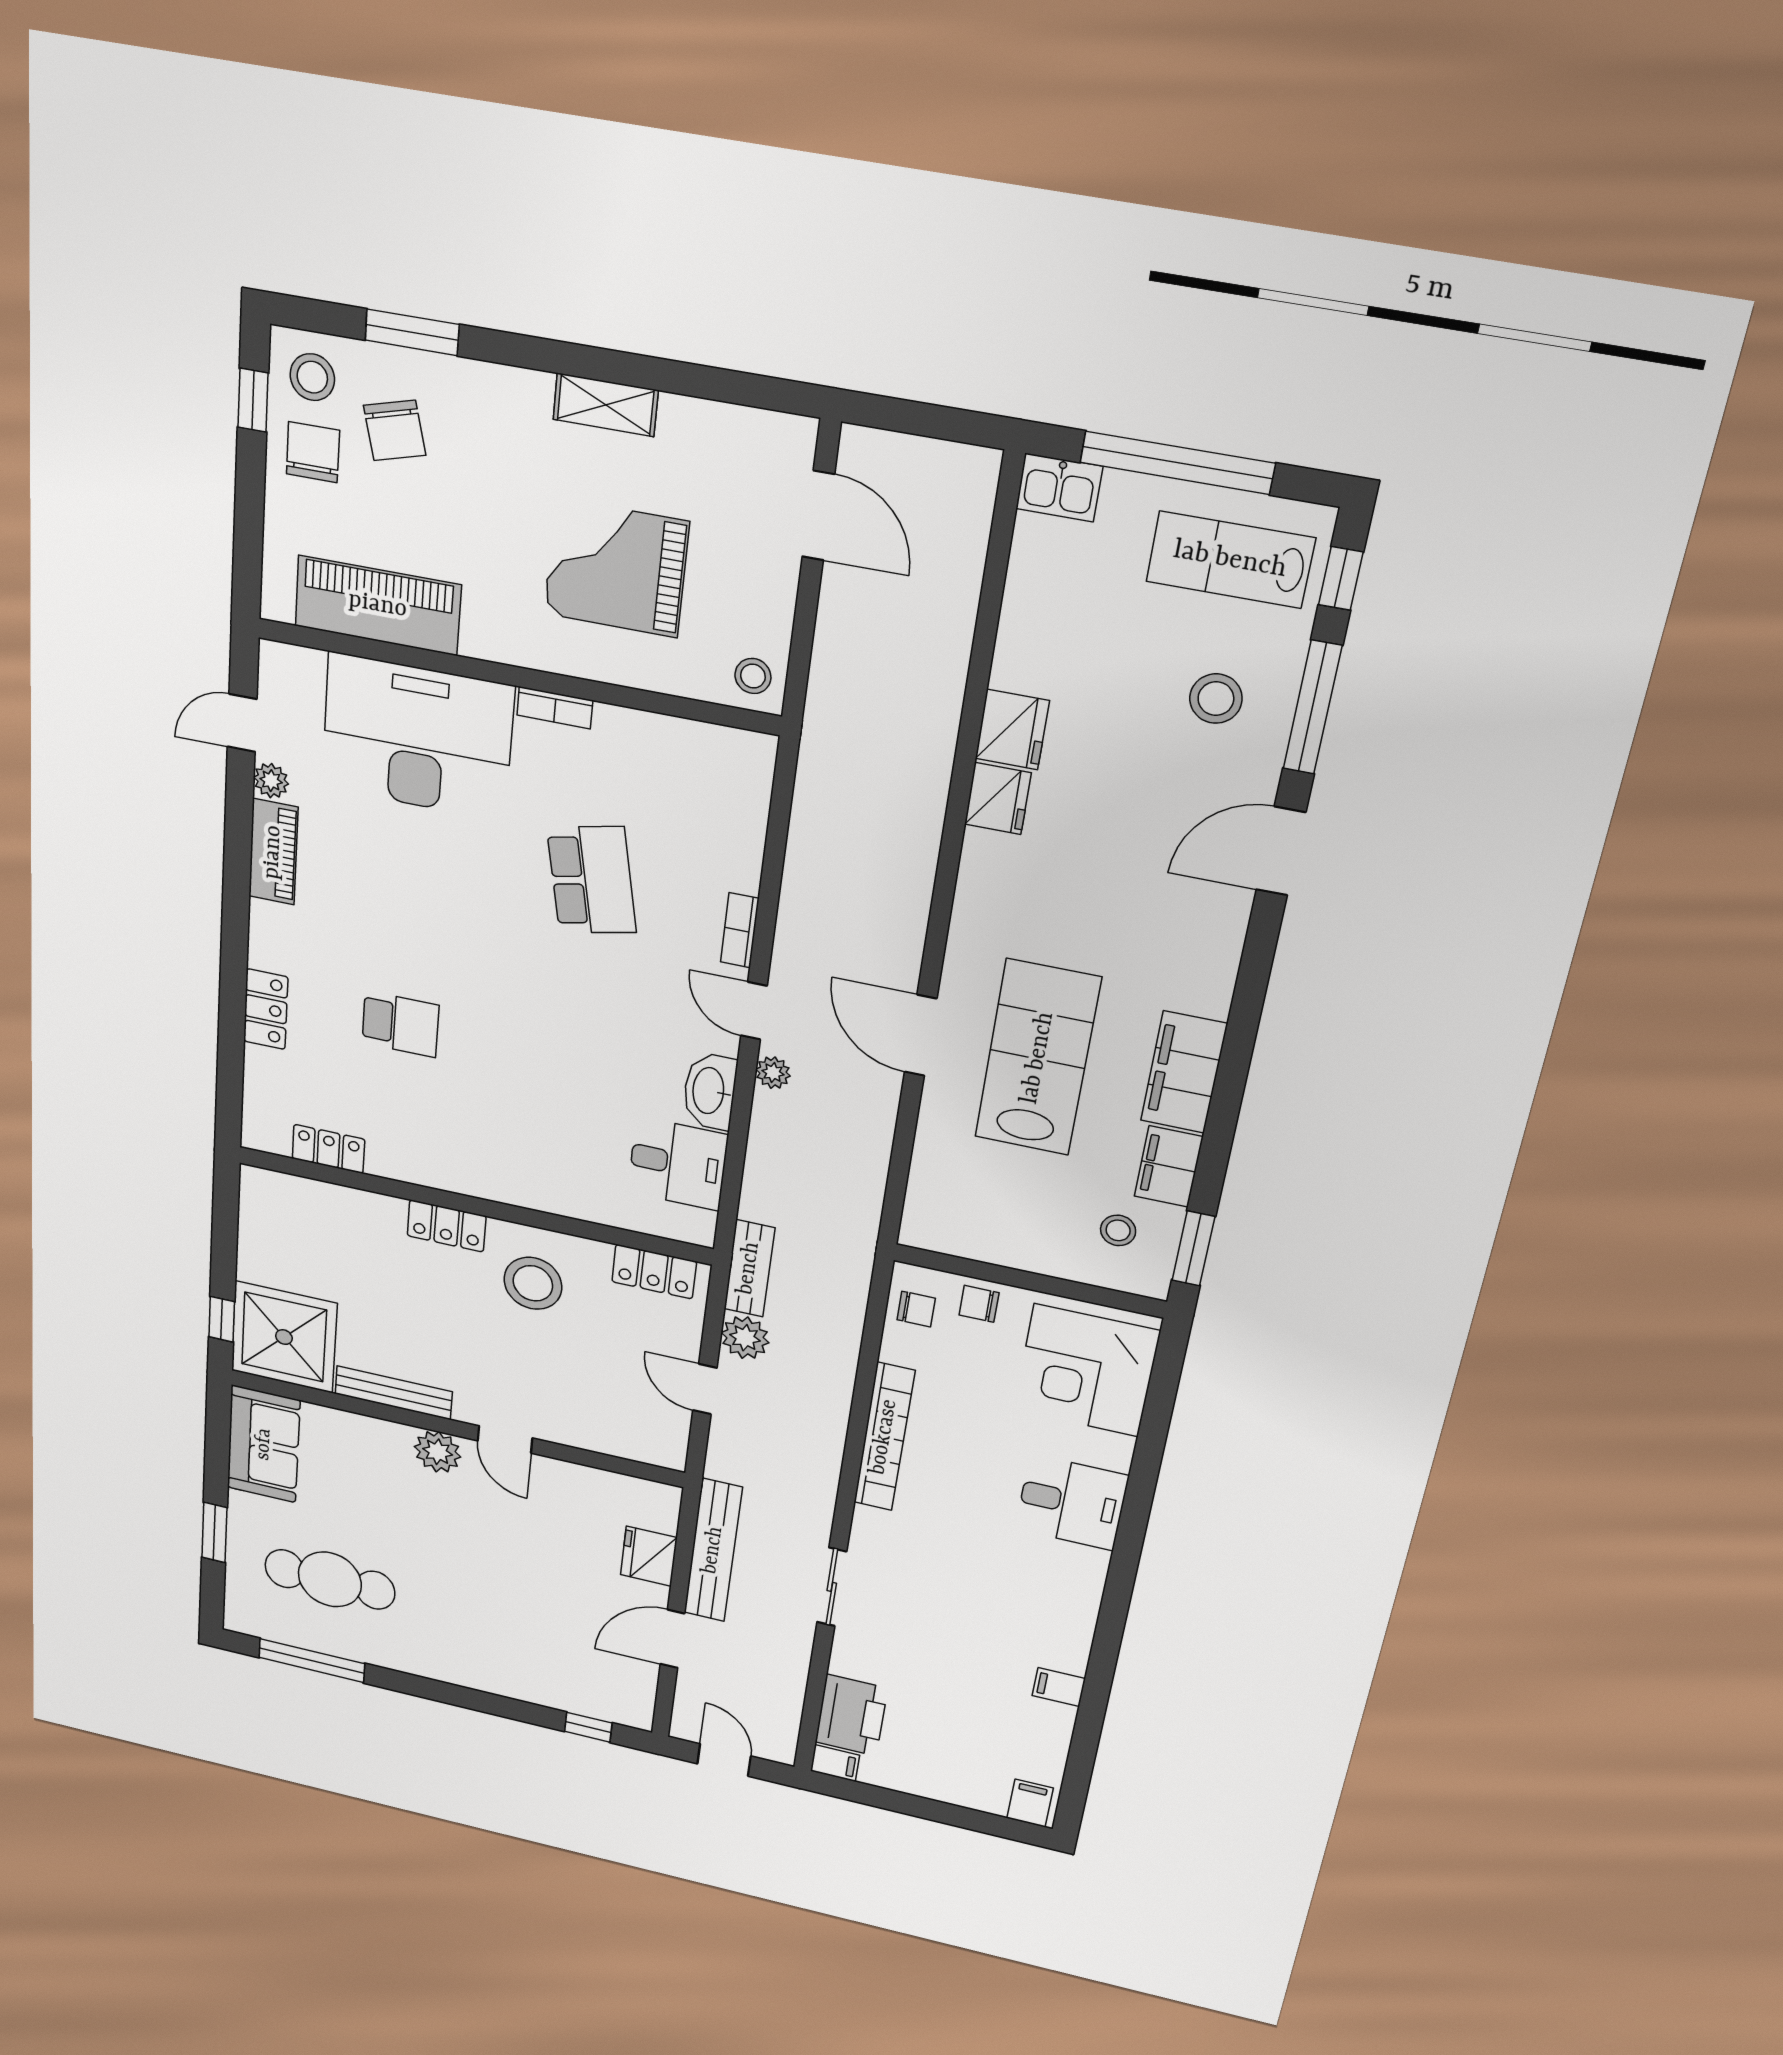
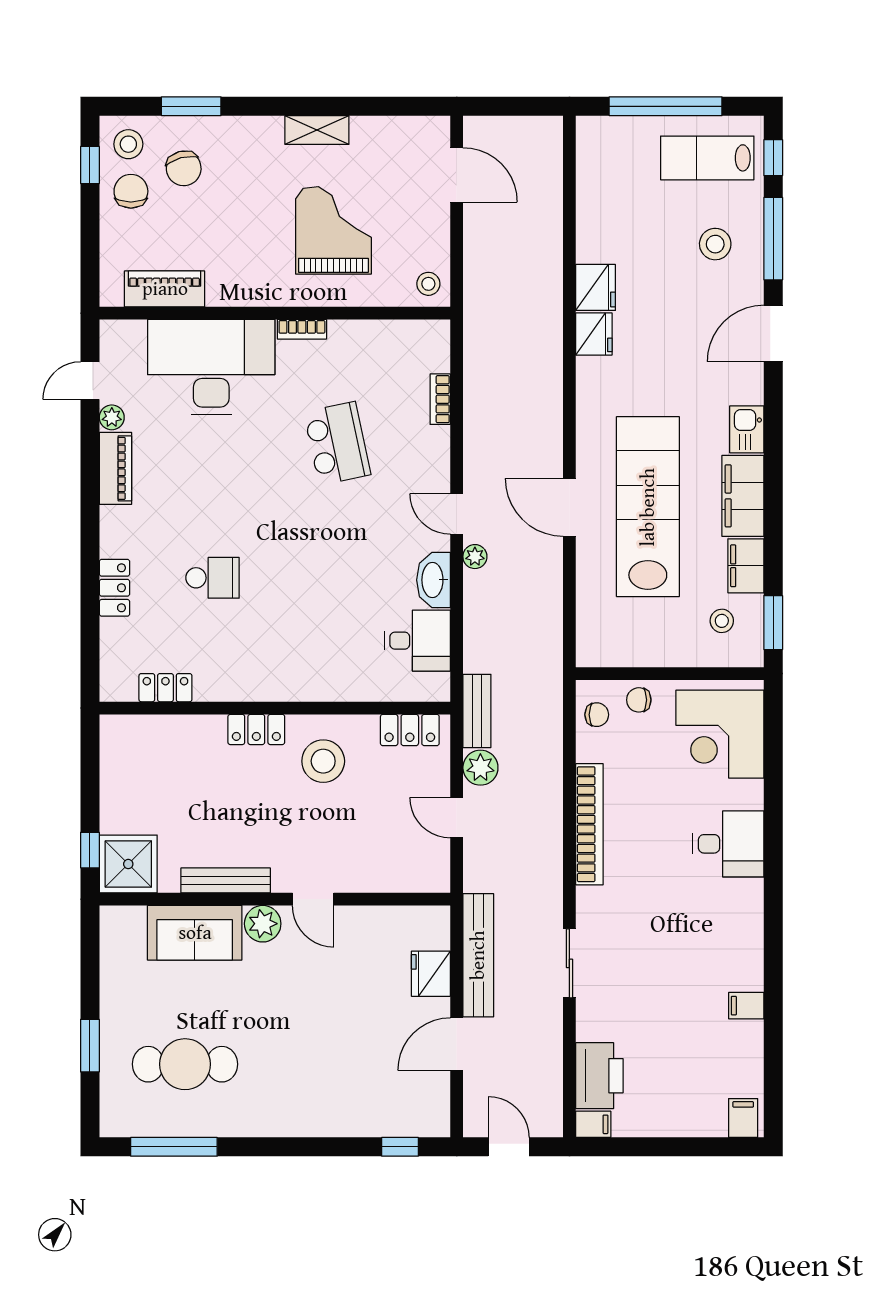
kitchen sink: (1059, 488) -> (747, 429), moved, turned 90
grand piano: (616, 568) -> (333, 230), turned 90
piano: (378, 605) -> (165, 289), width x0.73, depth x0.75
bookcase: (740, 930) -> (440, 399), moved
lab bench: (1038, 1058) -> (648, 507), width x1.36
shower: (284, 1337) -> (128, 864), width x0.73, depth x0.73
sofa: (264, 1444) -> (195, 933), moved, turned 90

